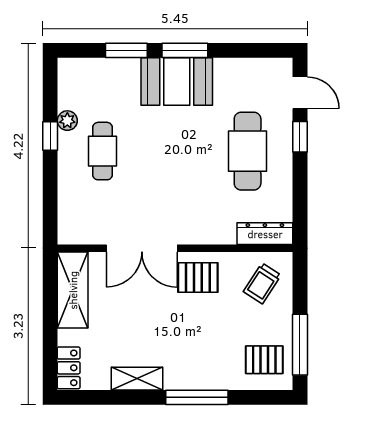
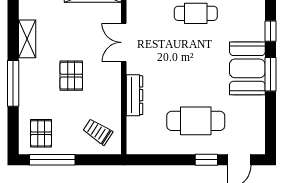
window: (126, 50) -> (270, 31), width x0.67
dresser: (265, 234) -> (135, 95), moved
double door: (142, 248) -> (124, 42), width x0.73
pallet: (198, 278) -> (71, 76), moved

